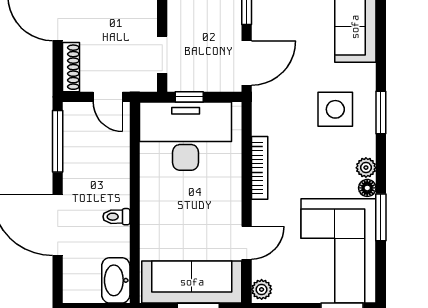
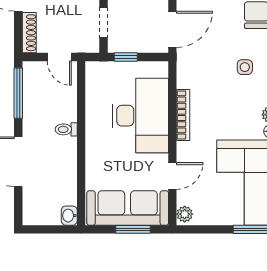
side table: (335, 109) -> (245, 67), width x0.54, depth x0.54
desk: (186, 136) -> (140, 116), moved, turned 90
toilet: (116, 217) -> (66, 129), moved
washbasin: (116, 280) -> (69, 216), width x0.52, depth x0.69

